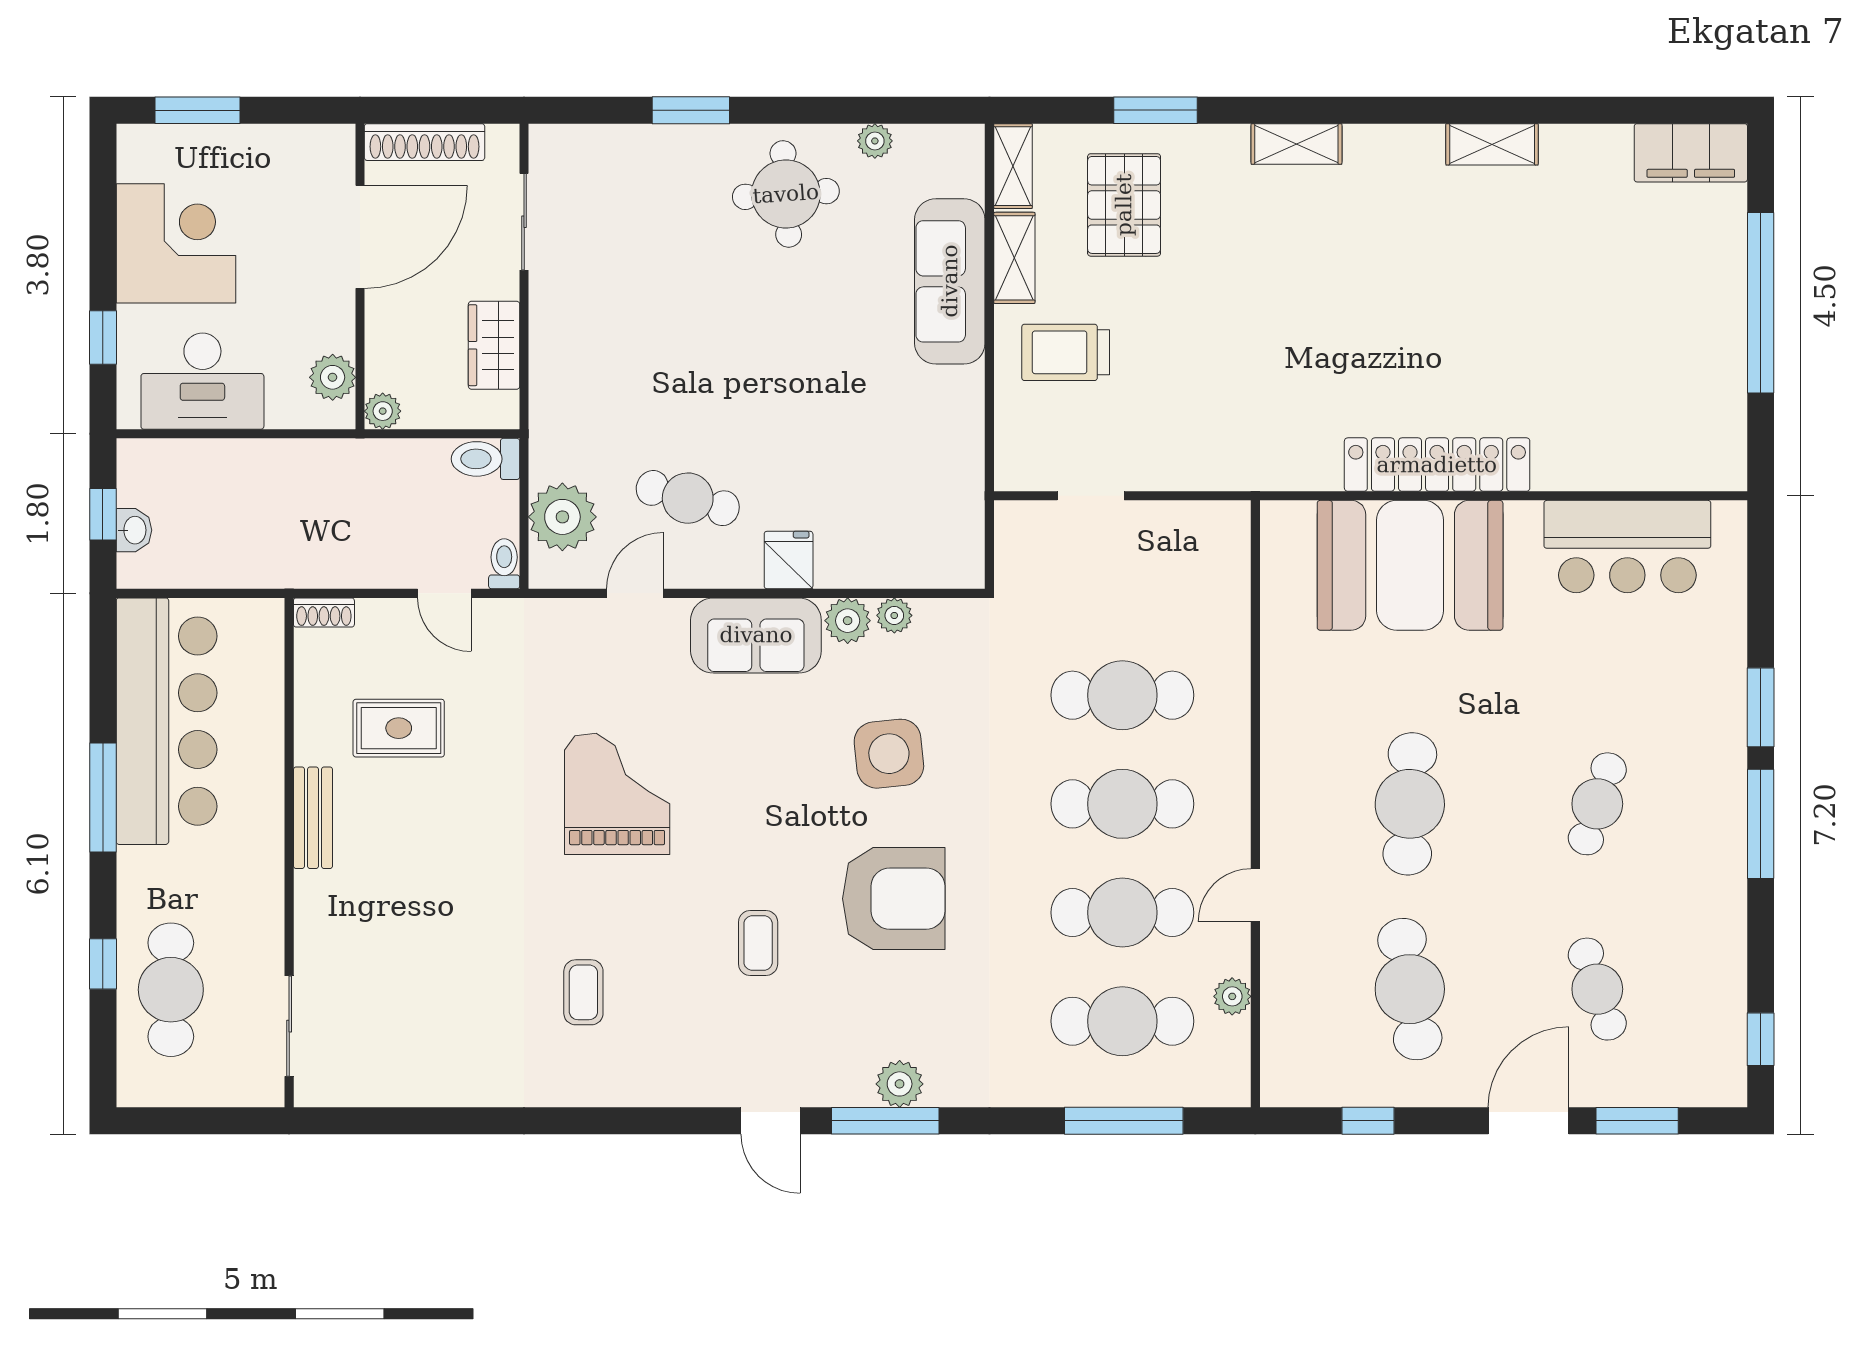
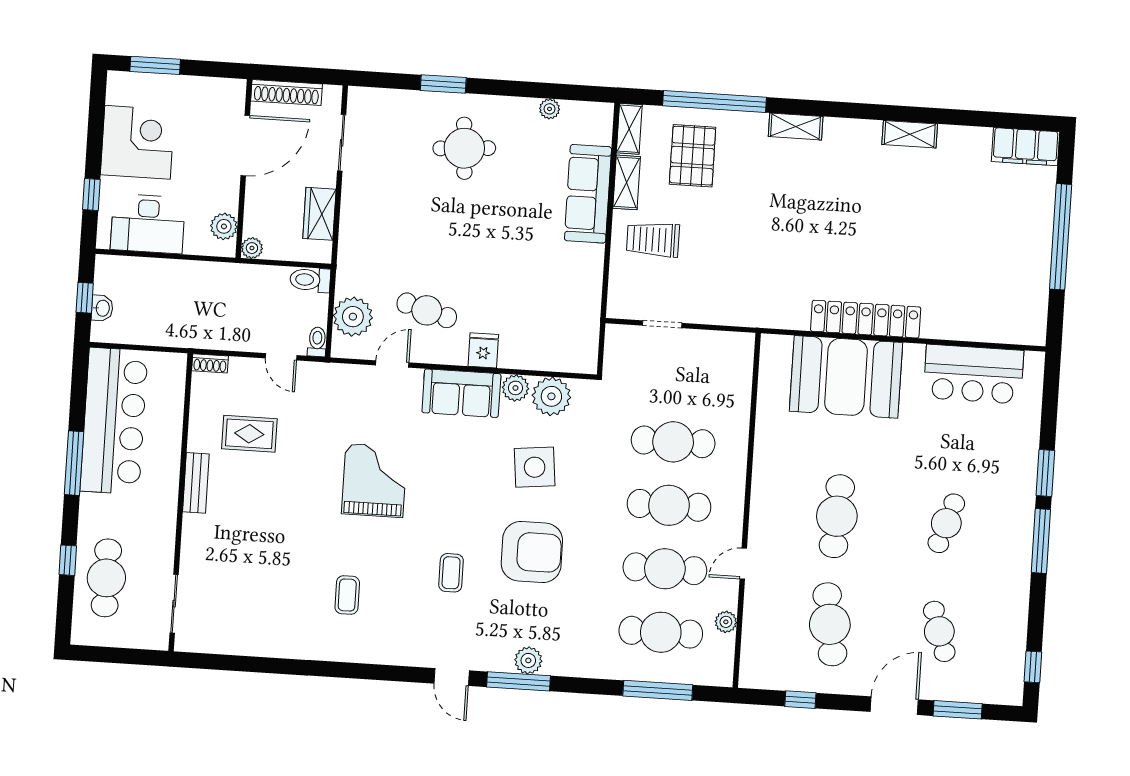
window: (1155, 110) -> (714, 102), width x2.11
round table: (786, 194) -> (464, 148), moved
plant: (894, 615) -> (551, 396), width x1.88, depth x1.88

